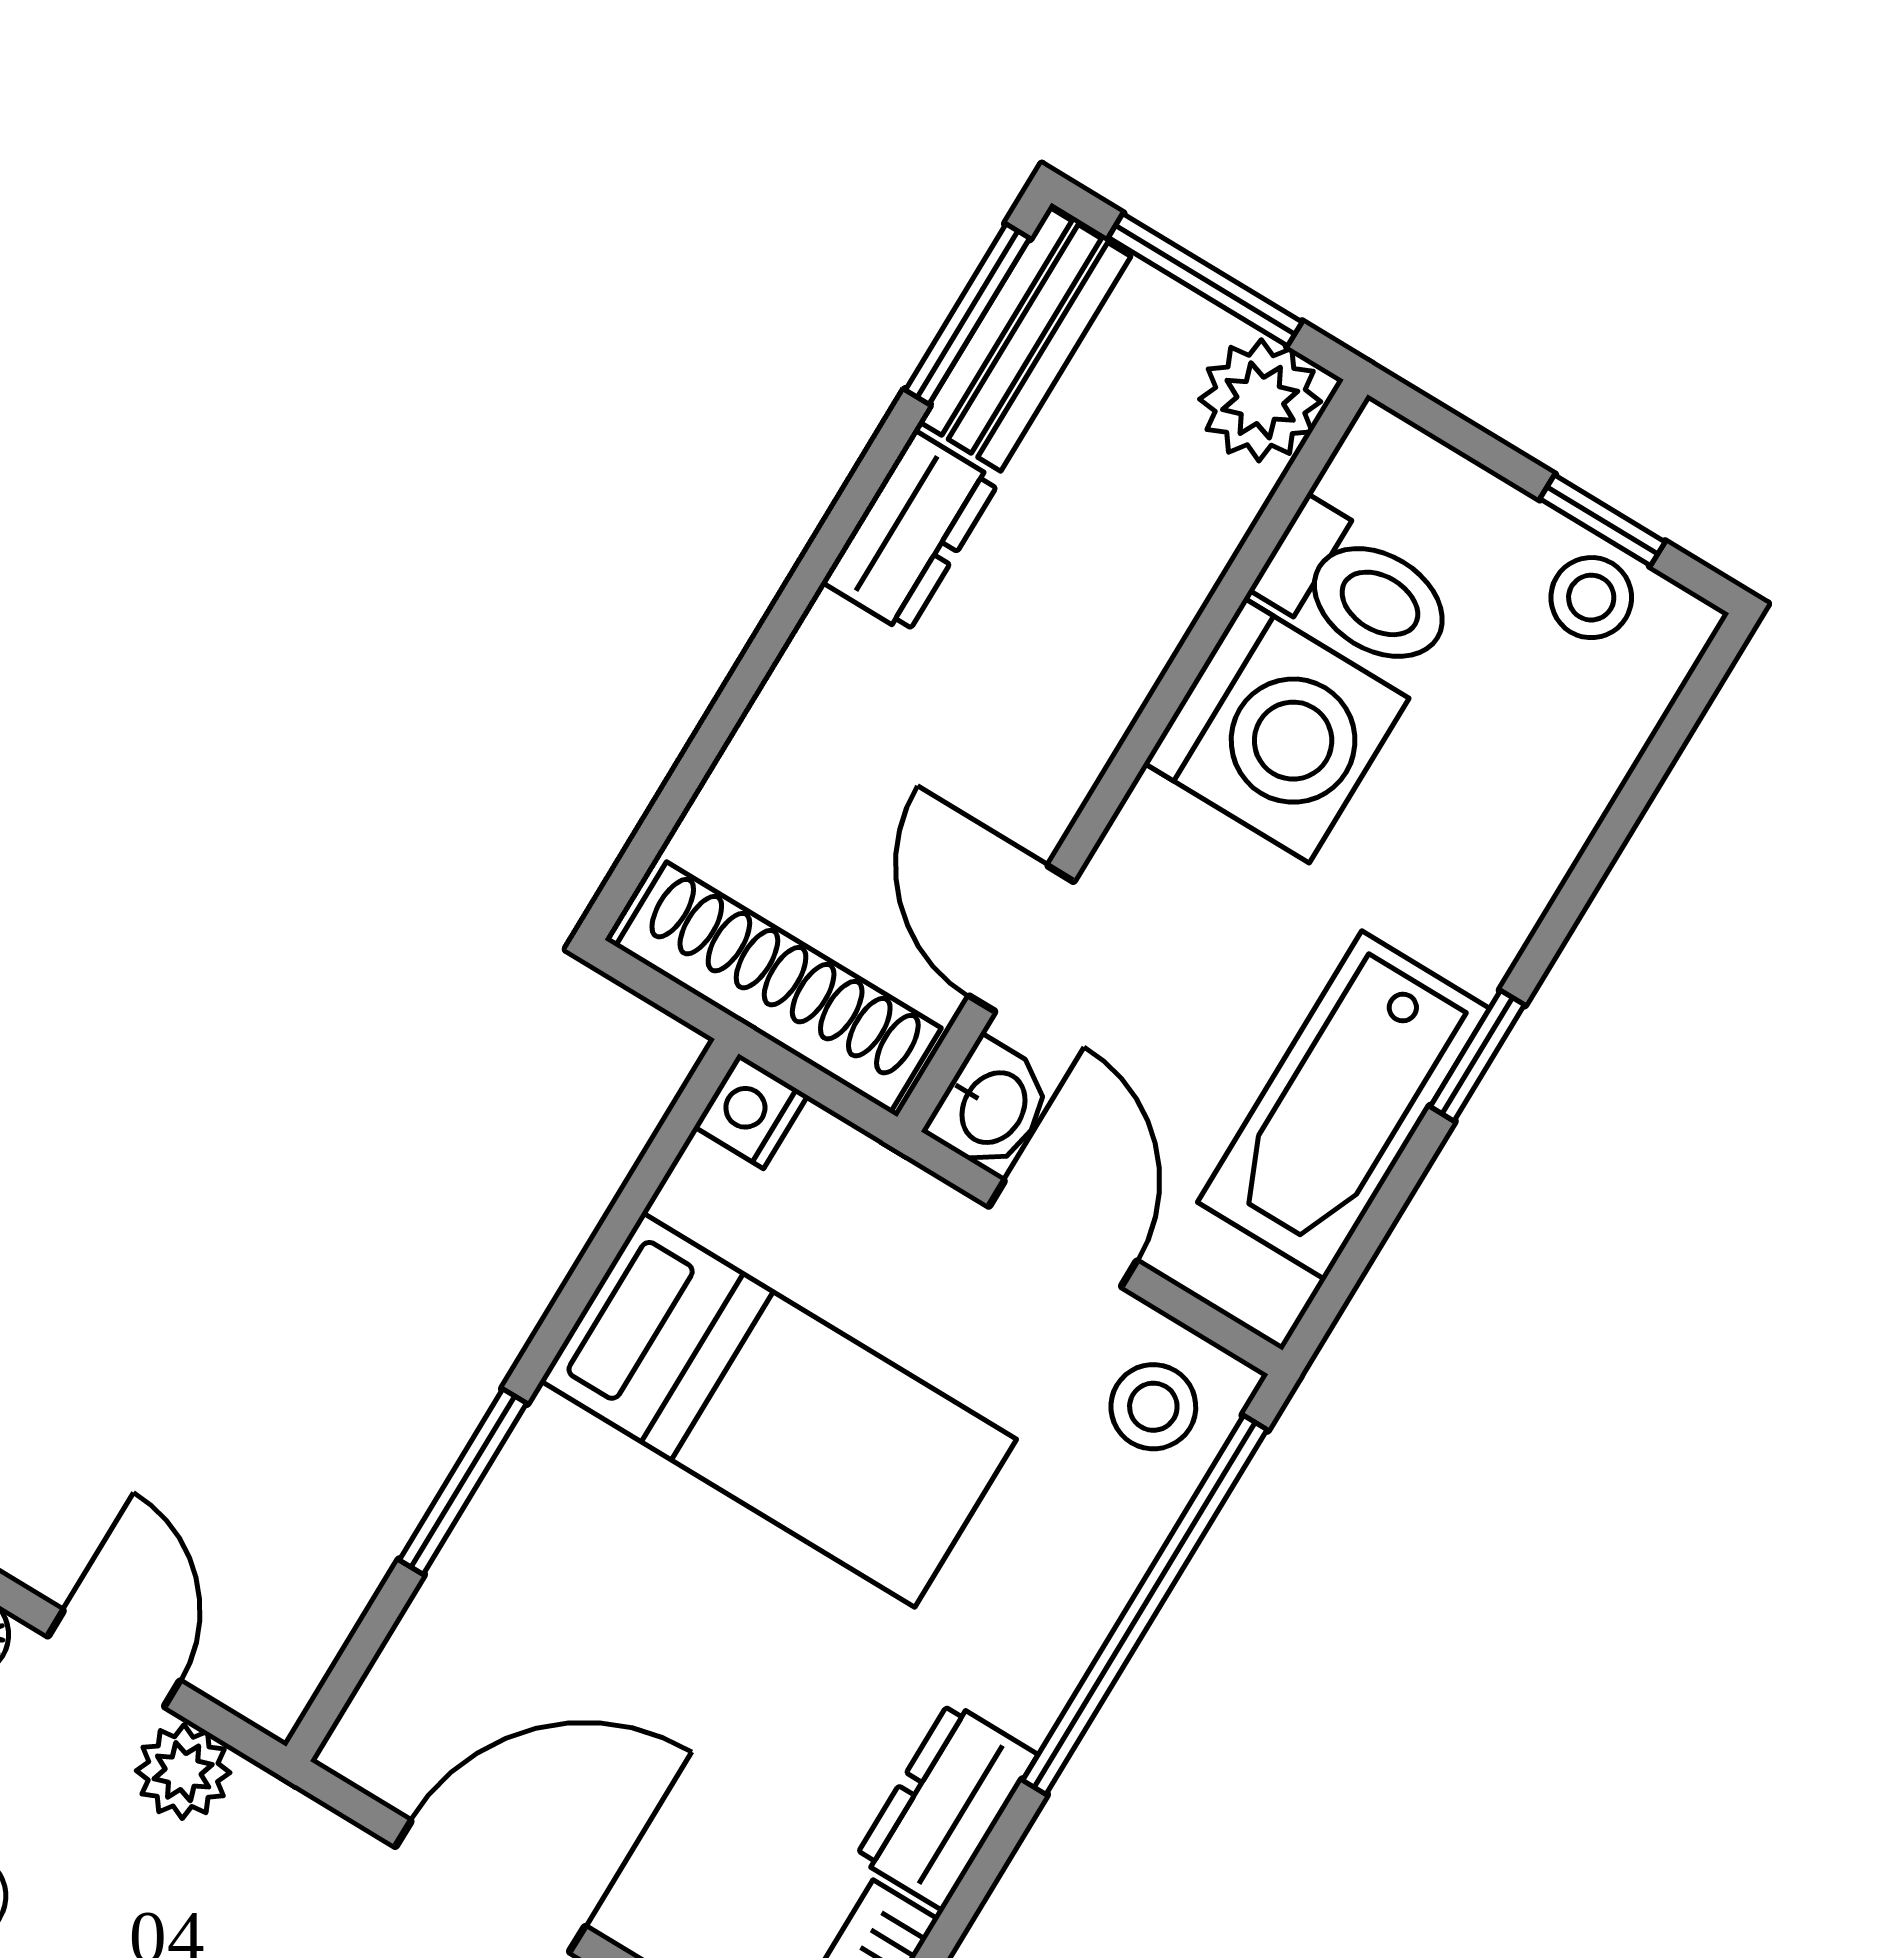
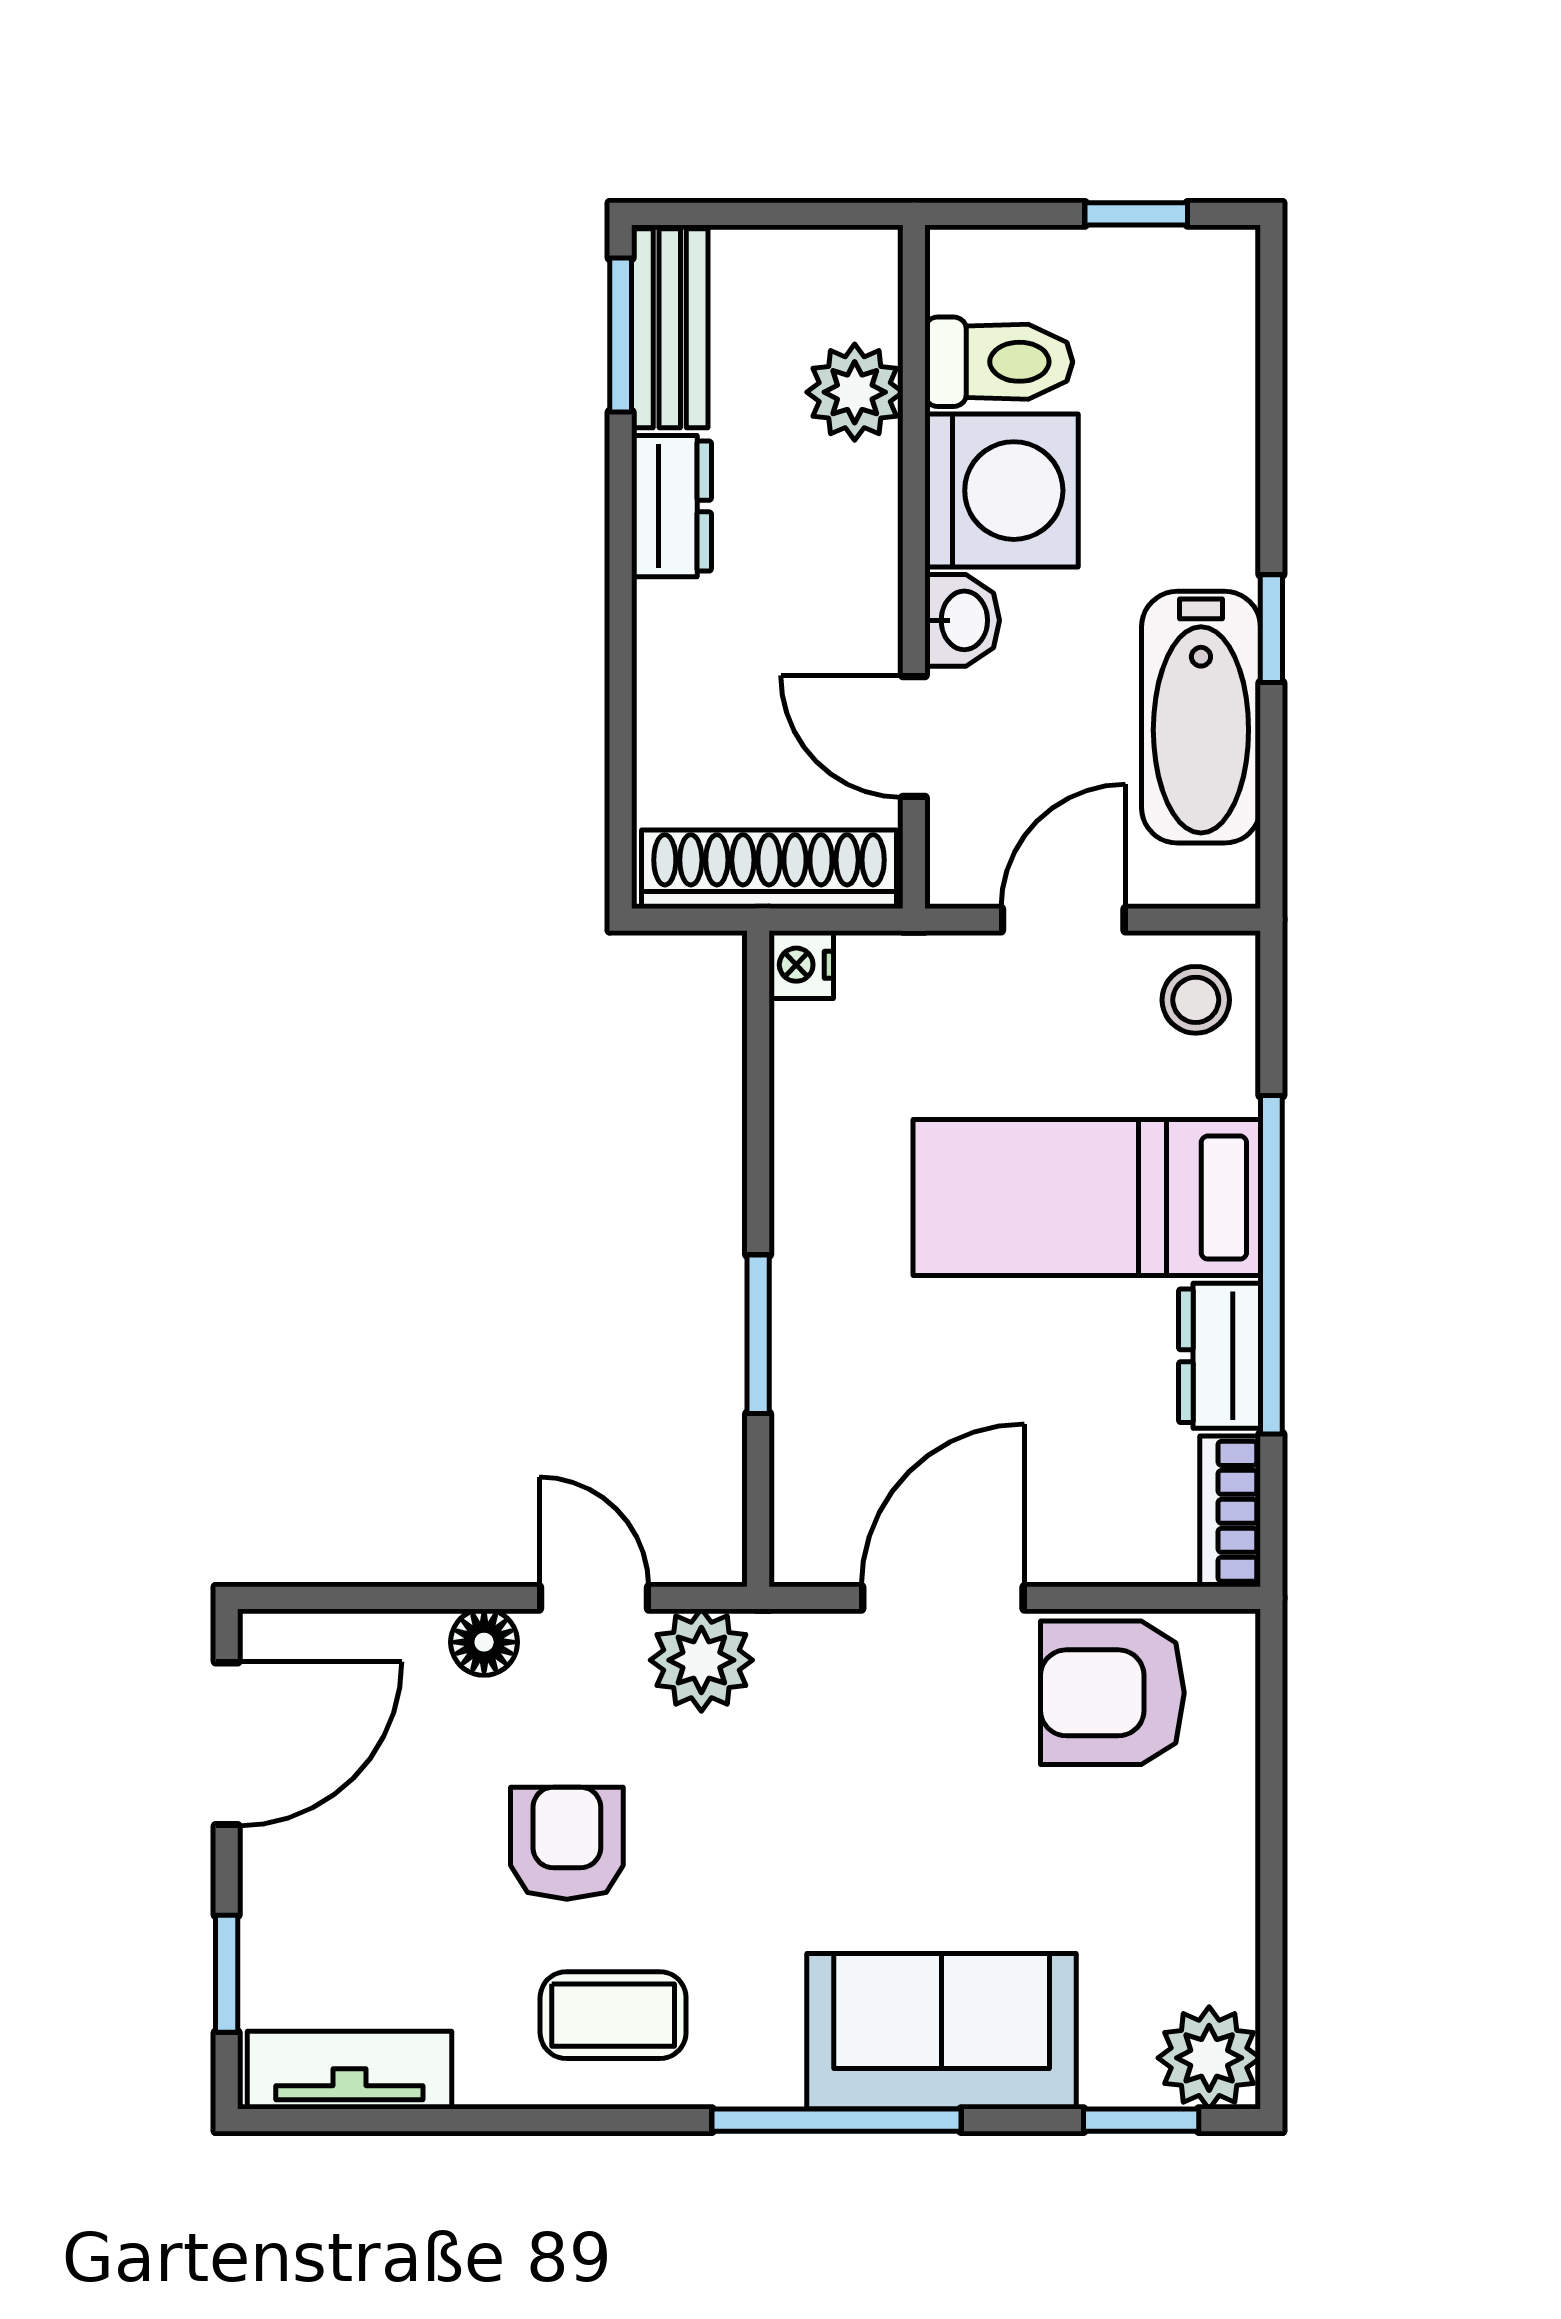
window: (1205, 280) -> (768, 214), removed
plant: (1260, 400) -> (855, 392), moved
stool: (1591, 598) -> (1160, 271), removed
washbasin: (991, 1106) -> (962, 620), moved
door: (1063, 1234) -> (1063, 920), hinge flipped
bed: (778, 1410) -> (1087, 1198), moved, turned 180
window: (1145, 1605) -> (1271, 1265), moved
plant: (183, 1772) -> (701, 1660), width x1.38, depth x1.38

